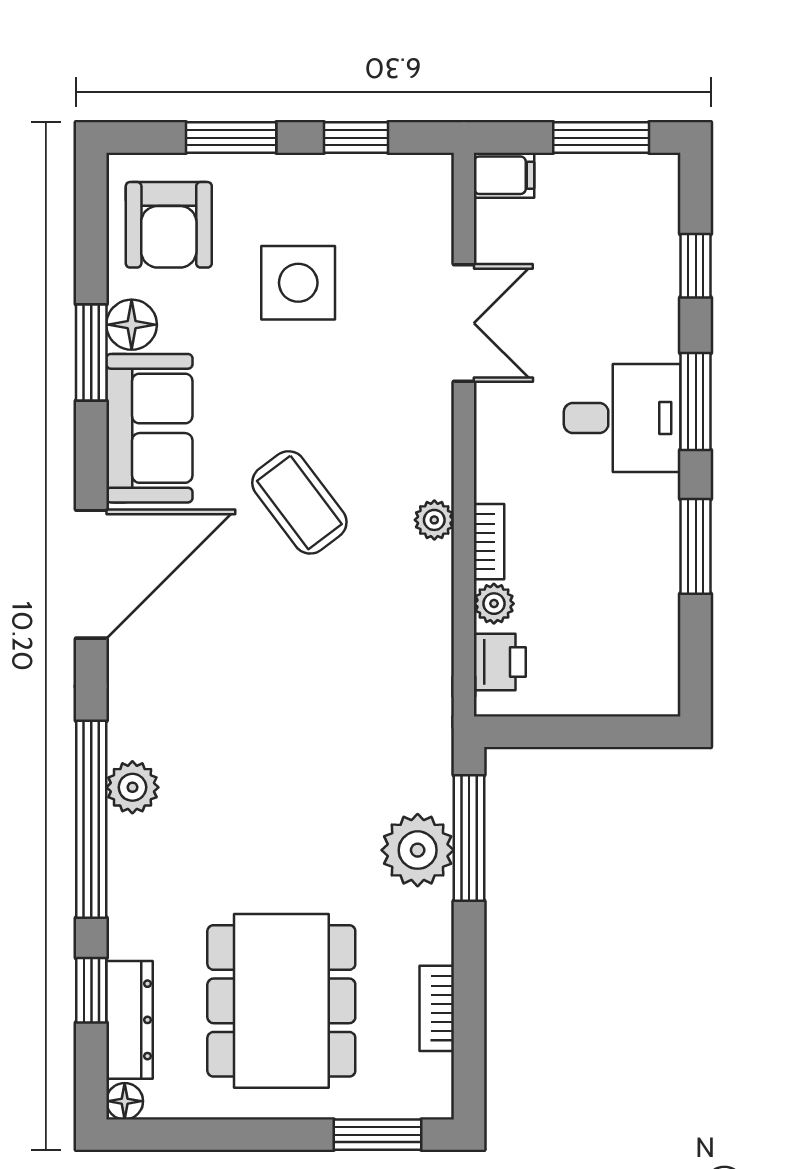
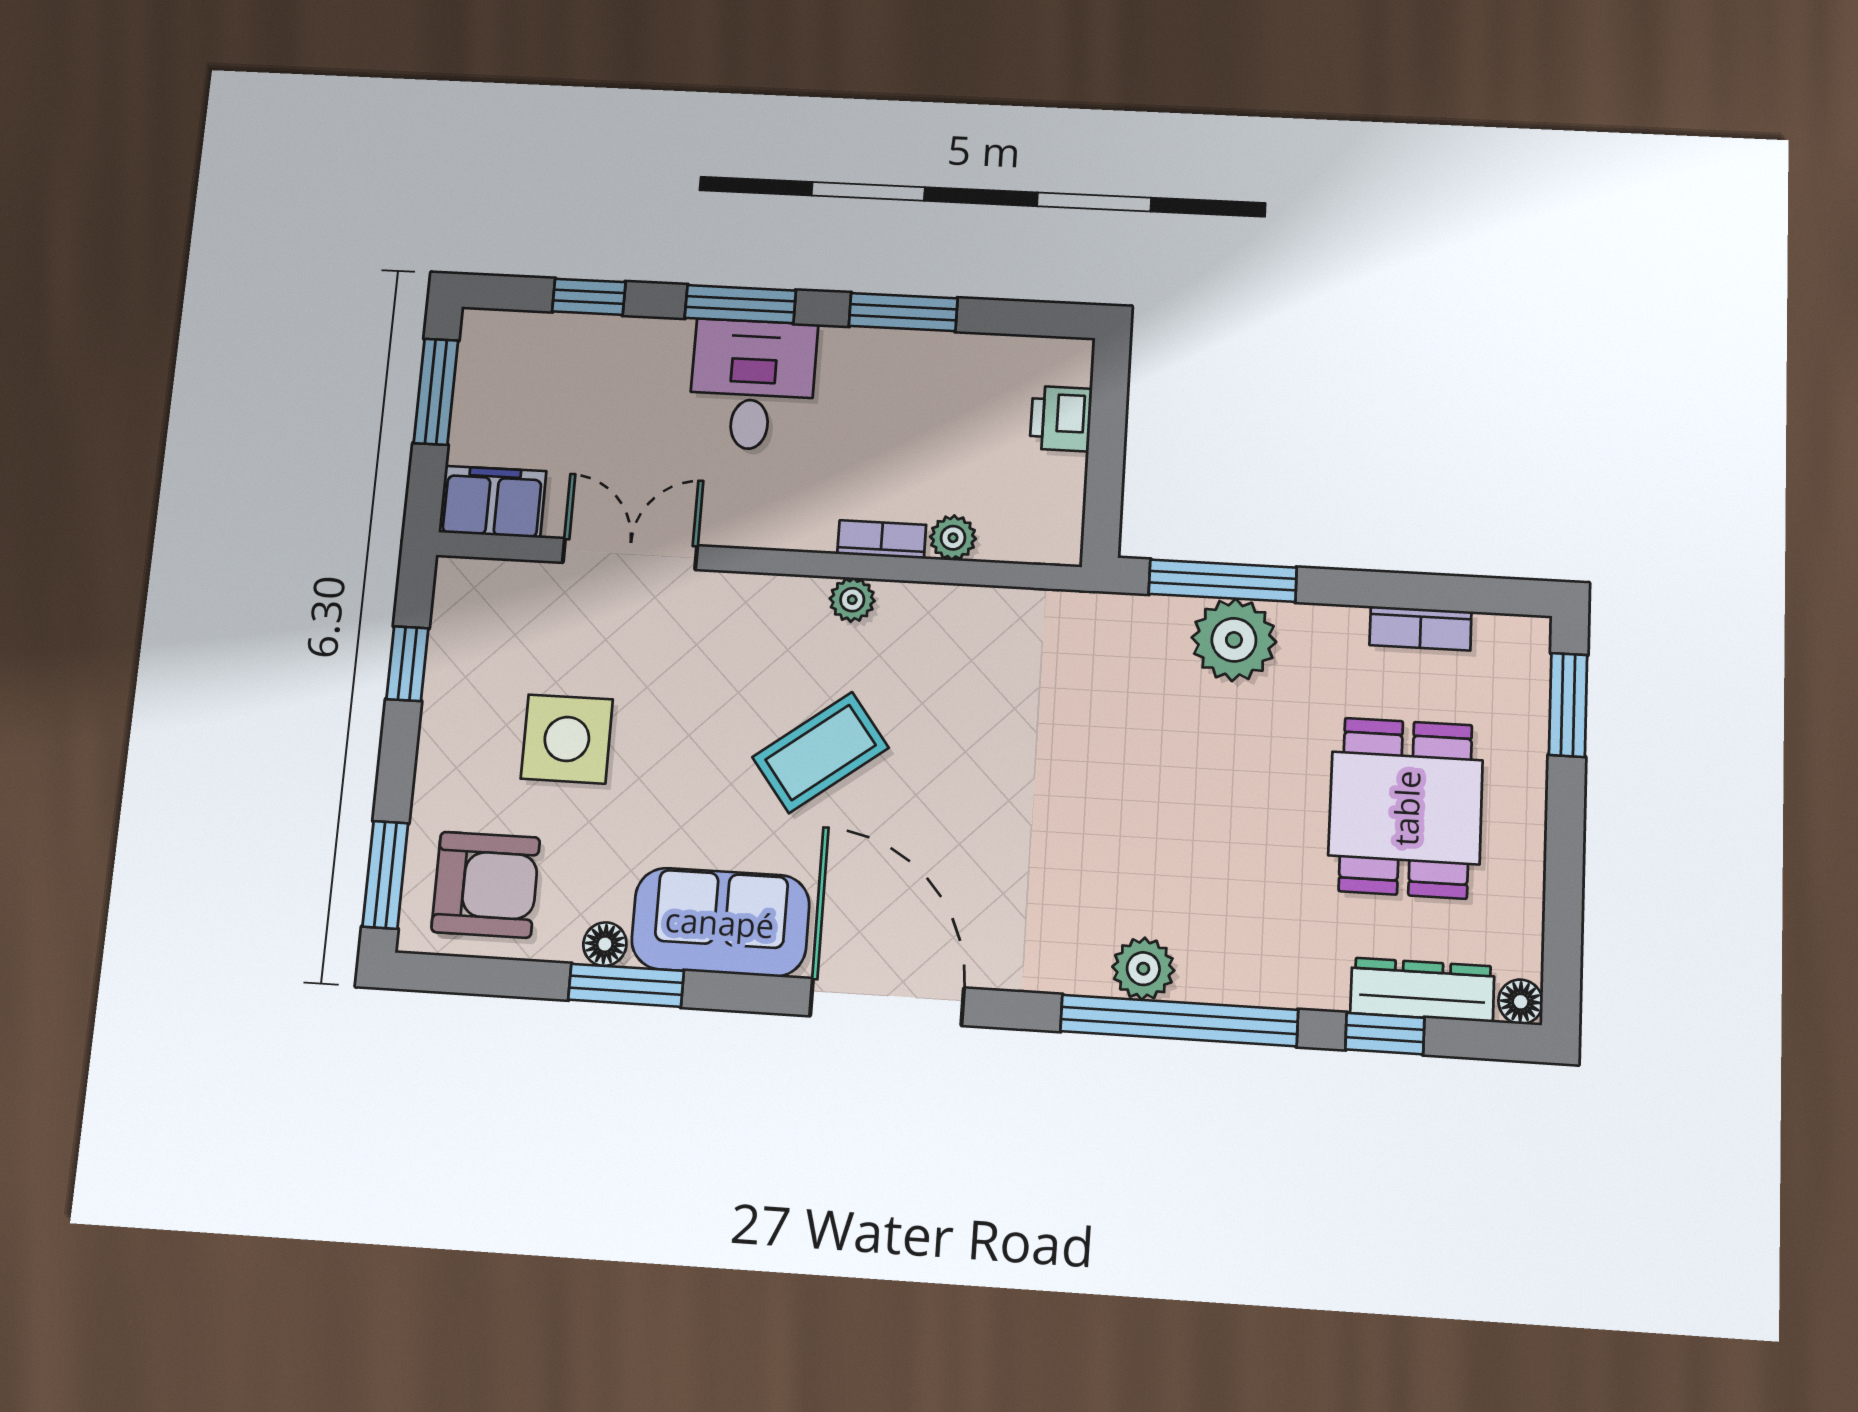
window: (231, 138) -> (385, 875), moved
filing cabinet: (504, 175) -> (492, 502), width x2.00
floor lamp: (132, 325) -> (605, 944), width x0.73, depth x0.73
printer: (500, 662) -> (1061, 419), moved, turned -90
dining table: (281, 1001) -> (1406, 808), width x0.73

